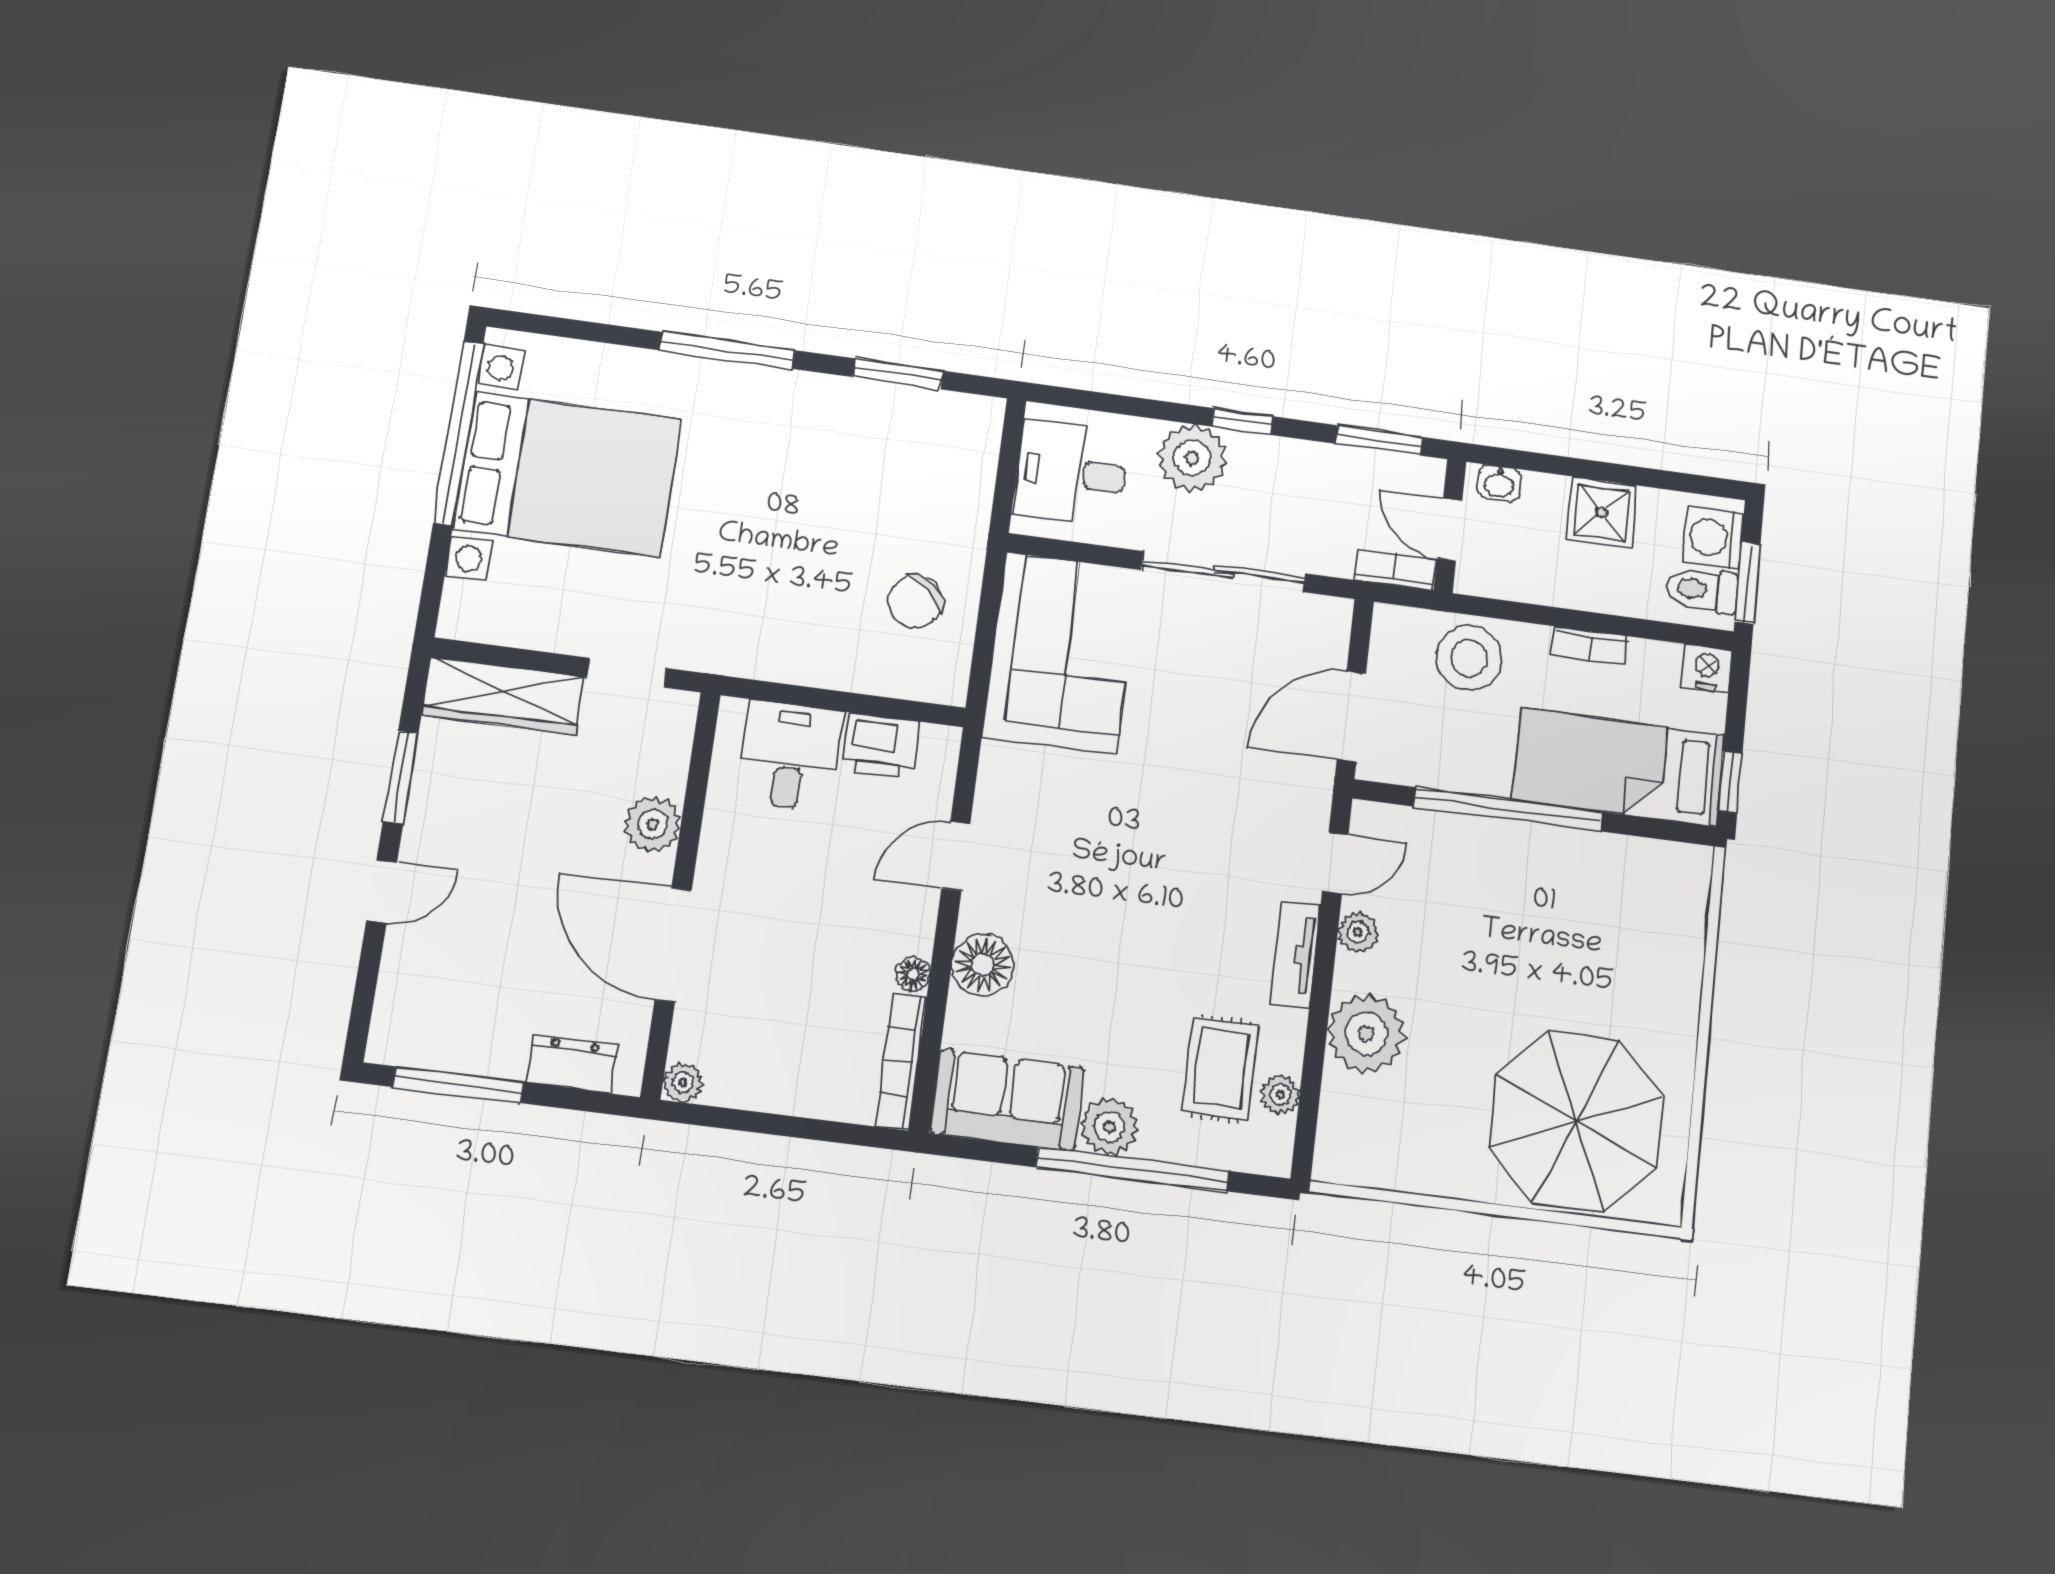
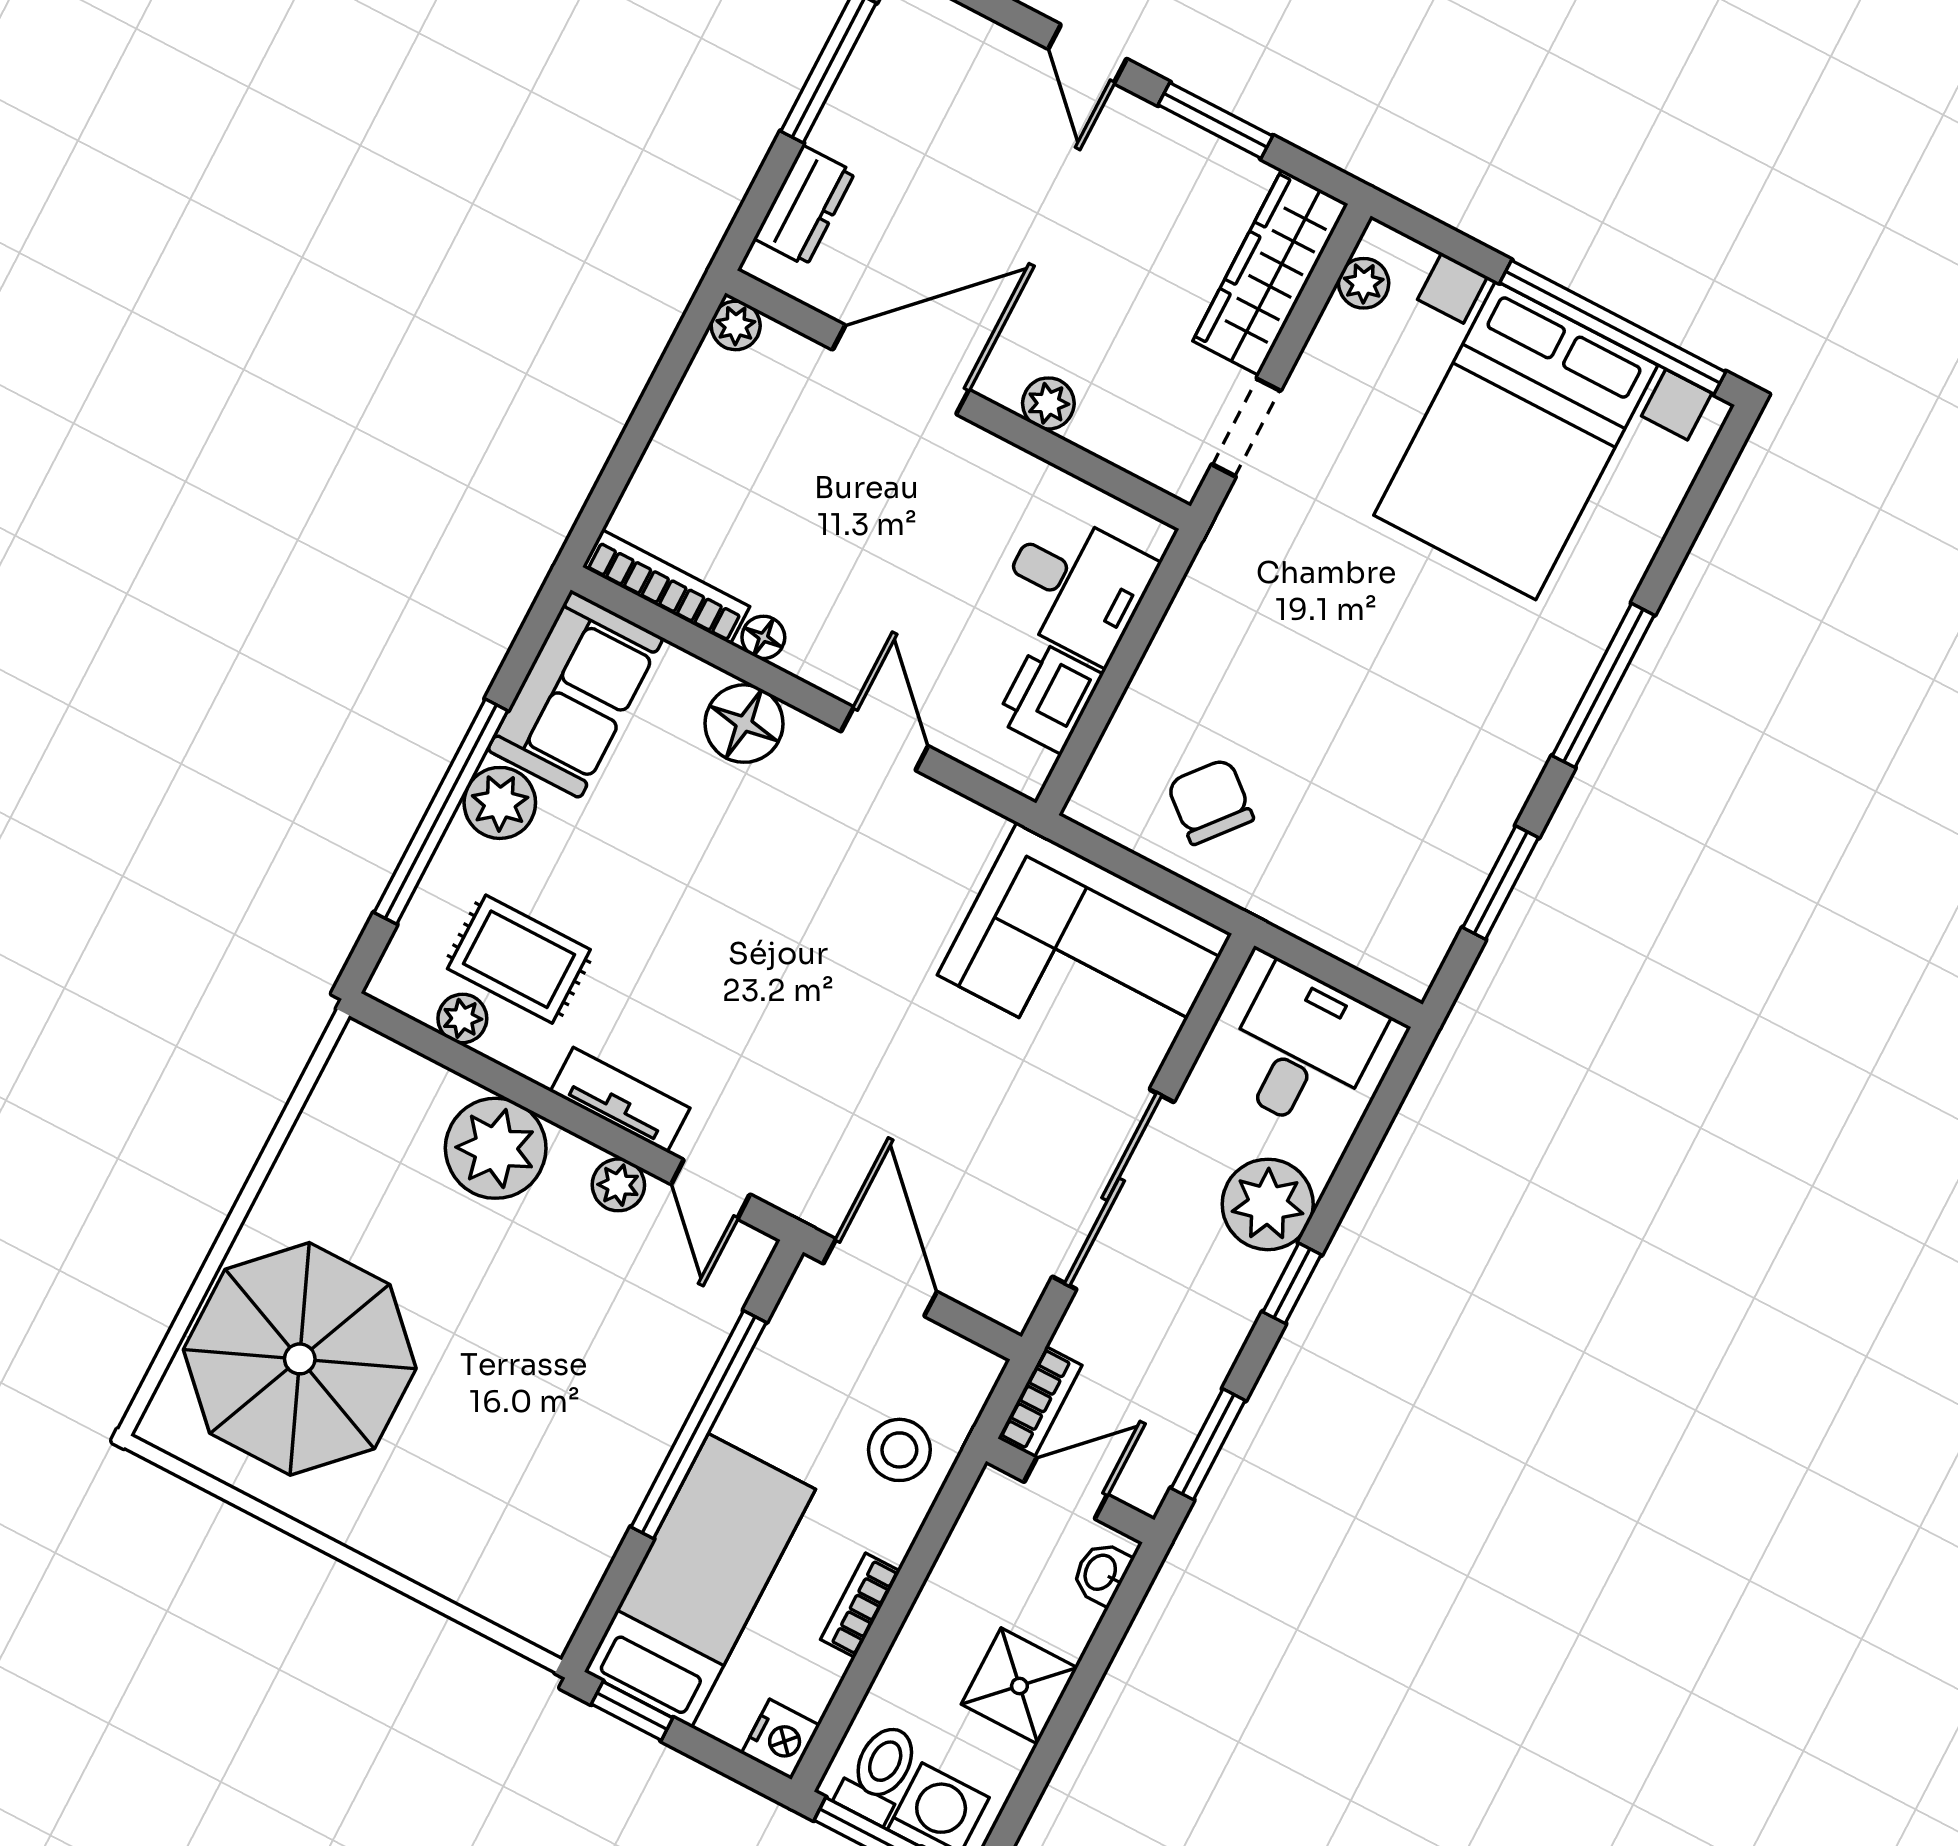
plant: (488, 625) -> (1364, 283), added
stool: (1469, 658) -> (899, 1450), width x0.73, depth x0.73
plant: (652, 824) -> (1048, 403), width x0.73, depth x0.73

